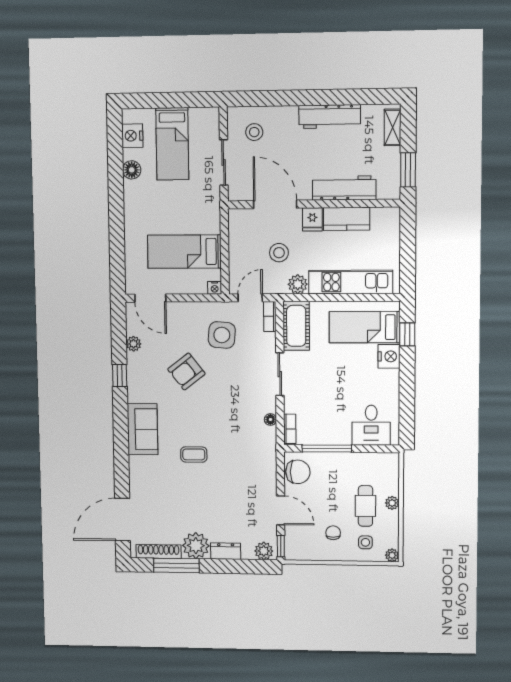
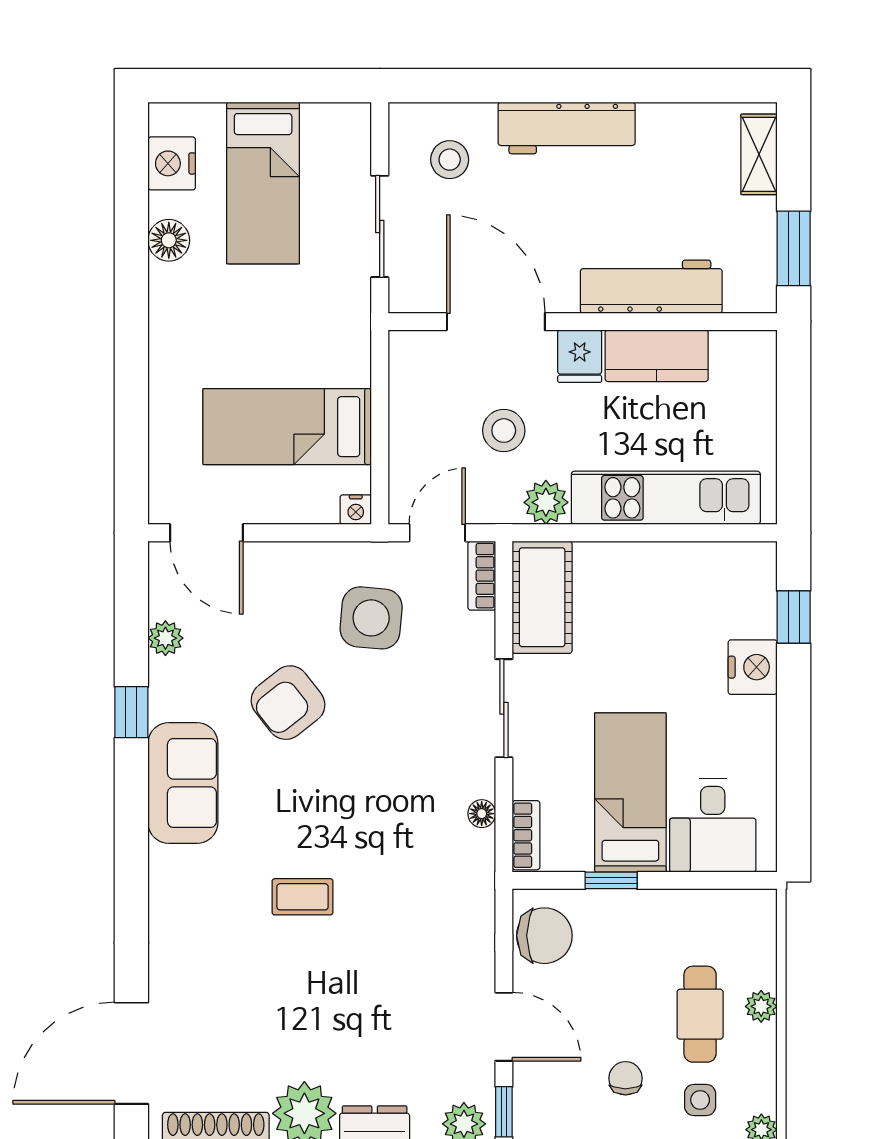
workbench: (330, 117) -> (567, 128), moved
bed: (365, 327) -> (630, 792), moved, turned 90
sofa: (142, 429) -> (183, 783), moved
window: (327, 448) -> (611, 880), width x0.46

